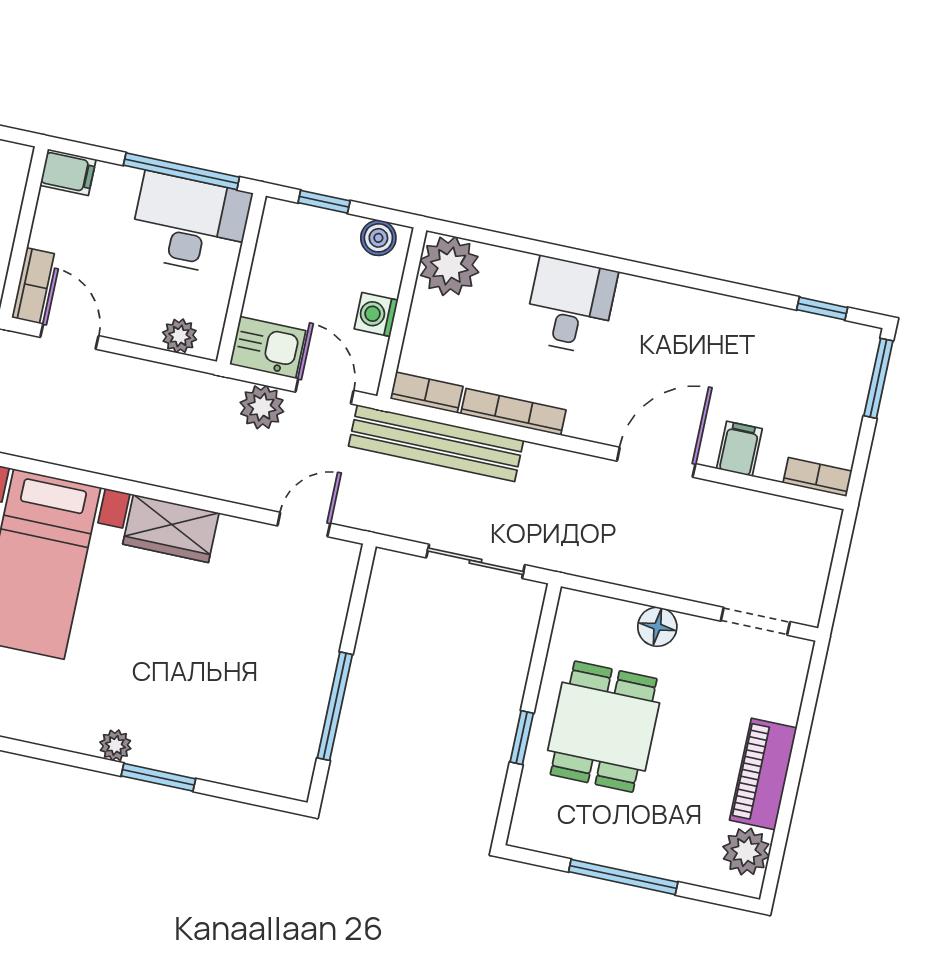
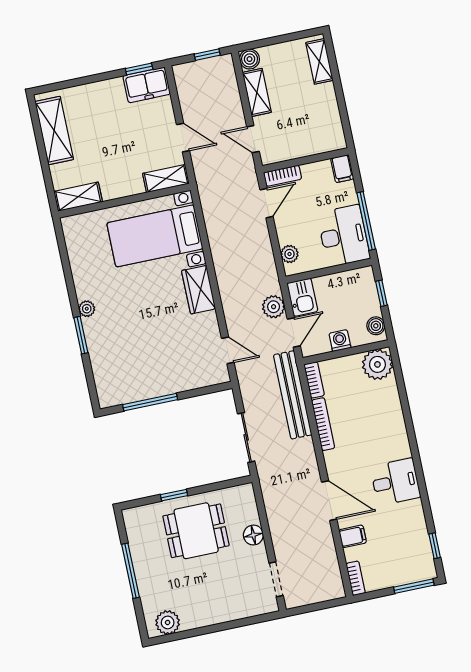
desk: (570, 305) -> (395, 482), moved
piano: (763, 774) -> (207, 614), removed

